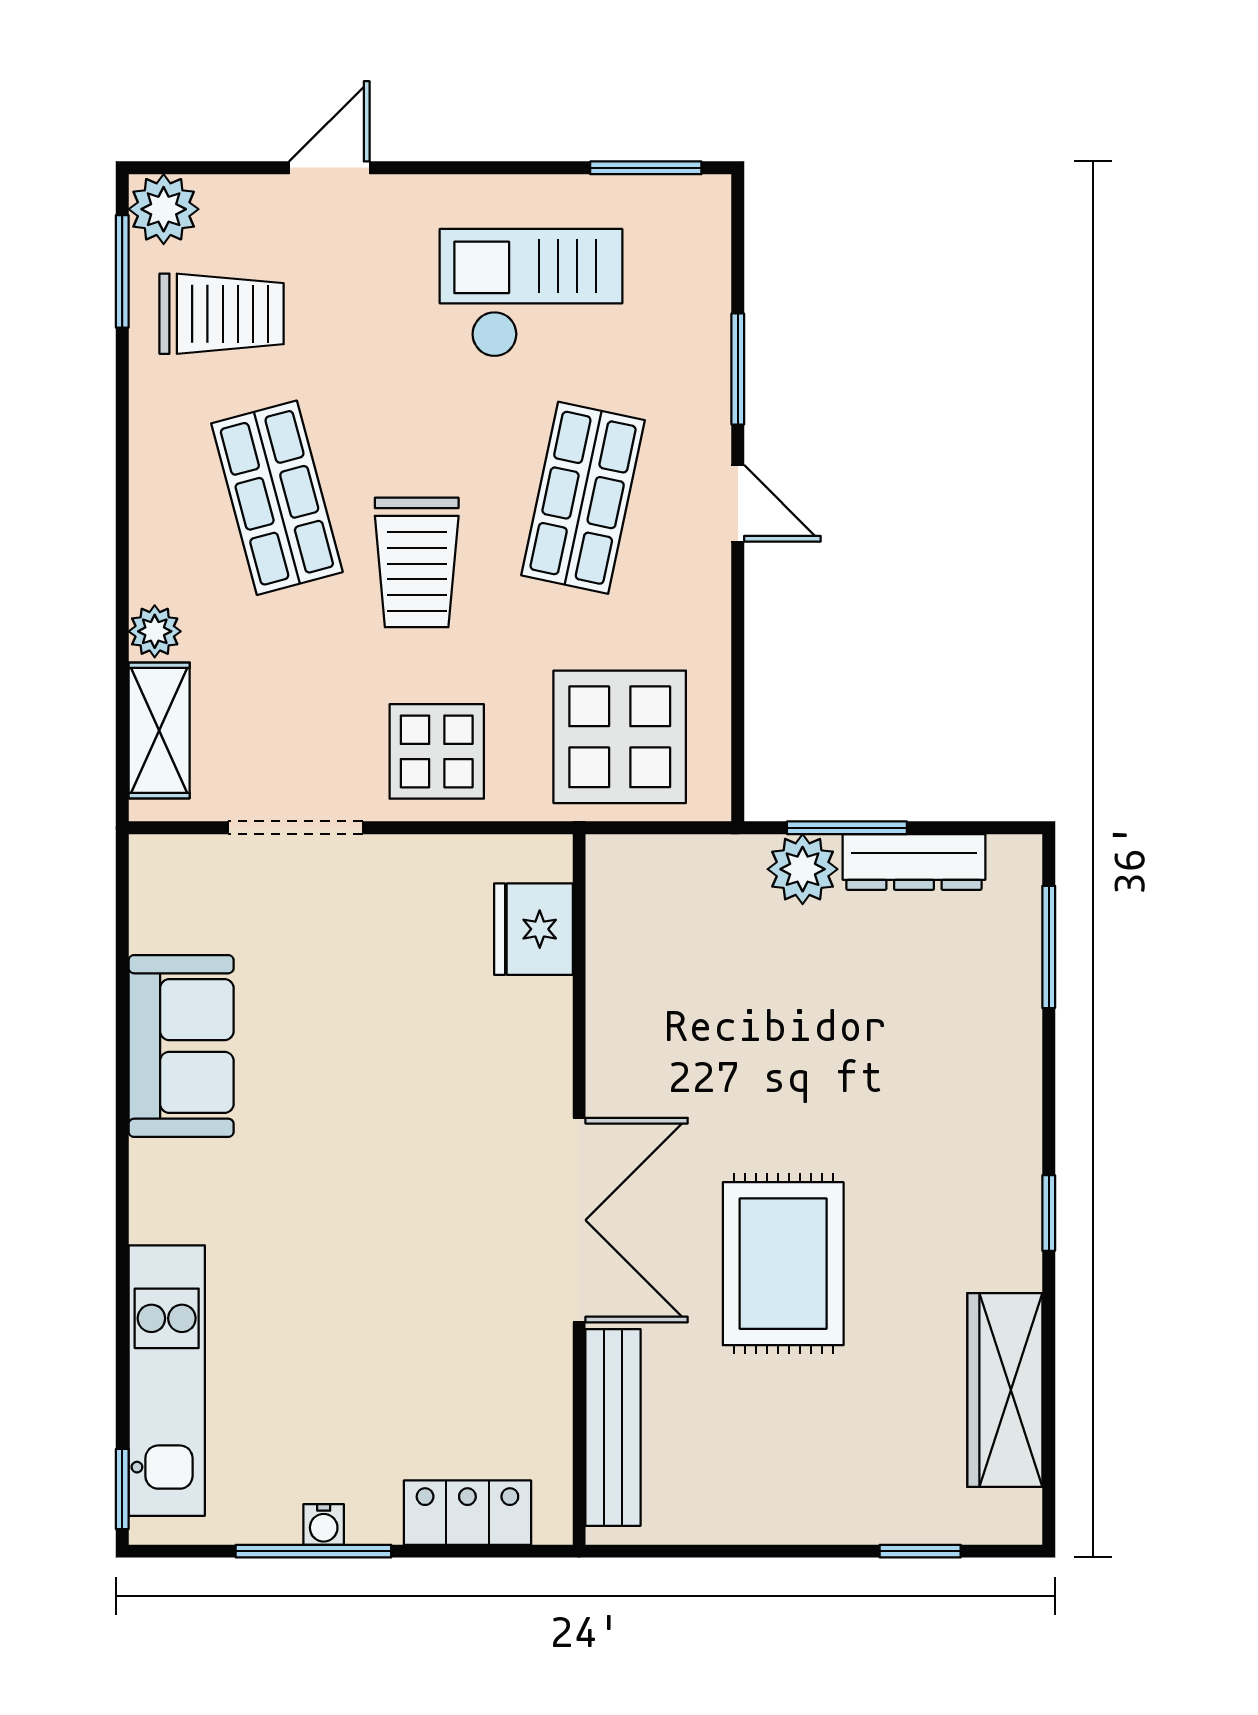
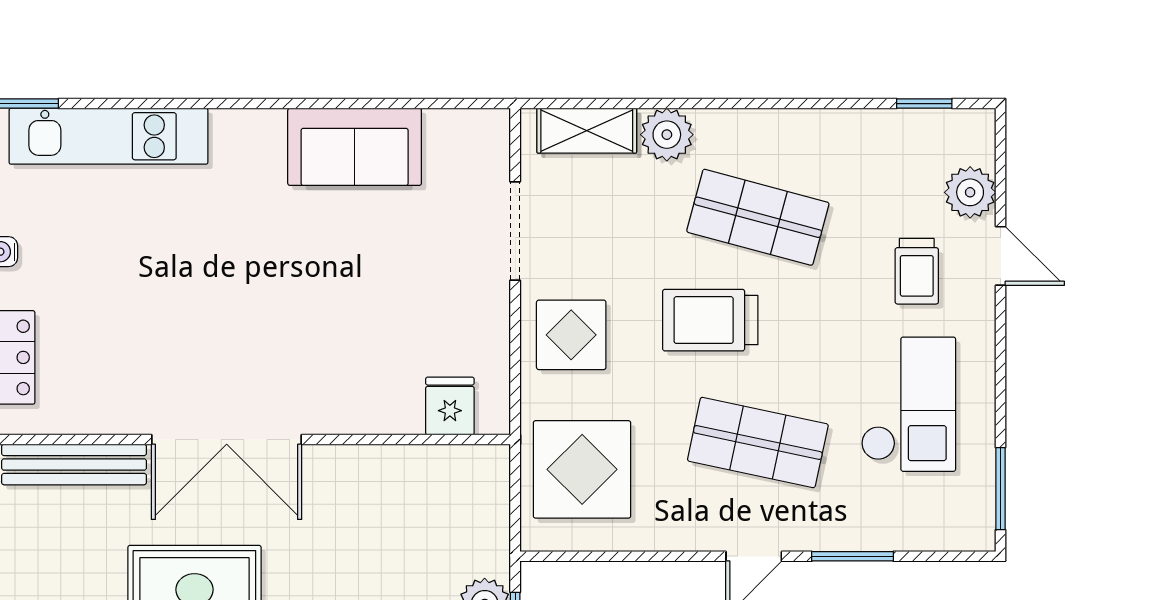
plant: (164, 209) -> (970, 192), moved
window: (122, 271) -> (924, 104), width x0.67
trolley: (222, 314) -> (917, 271), moved, width x0.73, depth x0.72
shop shelf: (277, 498) -> (758, 217), turned 30
plant: (155, 631) -> (667, 135), width x1.38, depth x1.38
fridge: (533, 929) -> (450, 406), width x0.72

